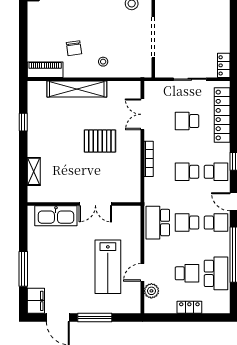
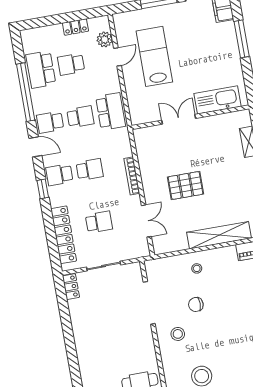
chair: (74, 48) -> (196, 304), moved, turned -82
locker: (189, 307) -> (75, 27), moved

